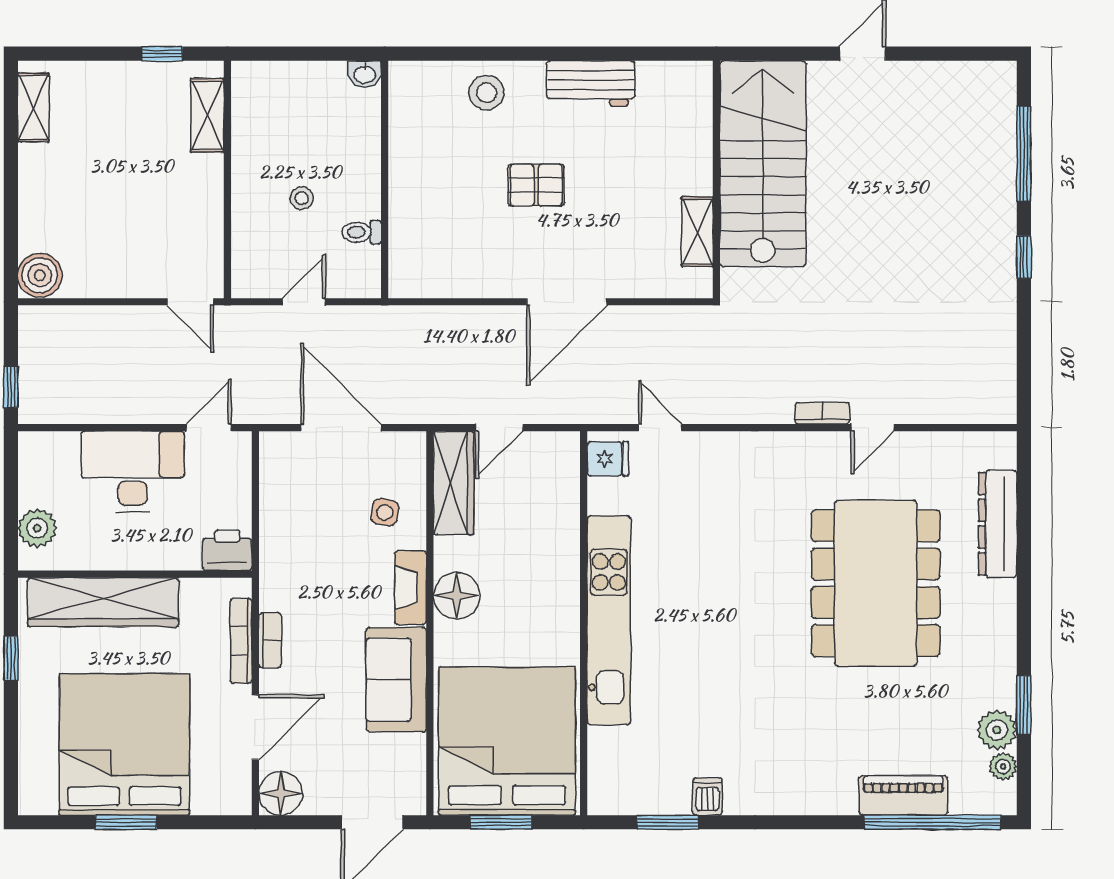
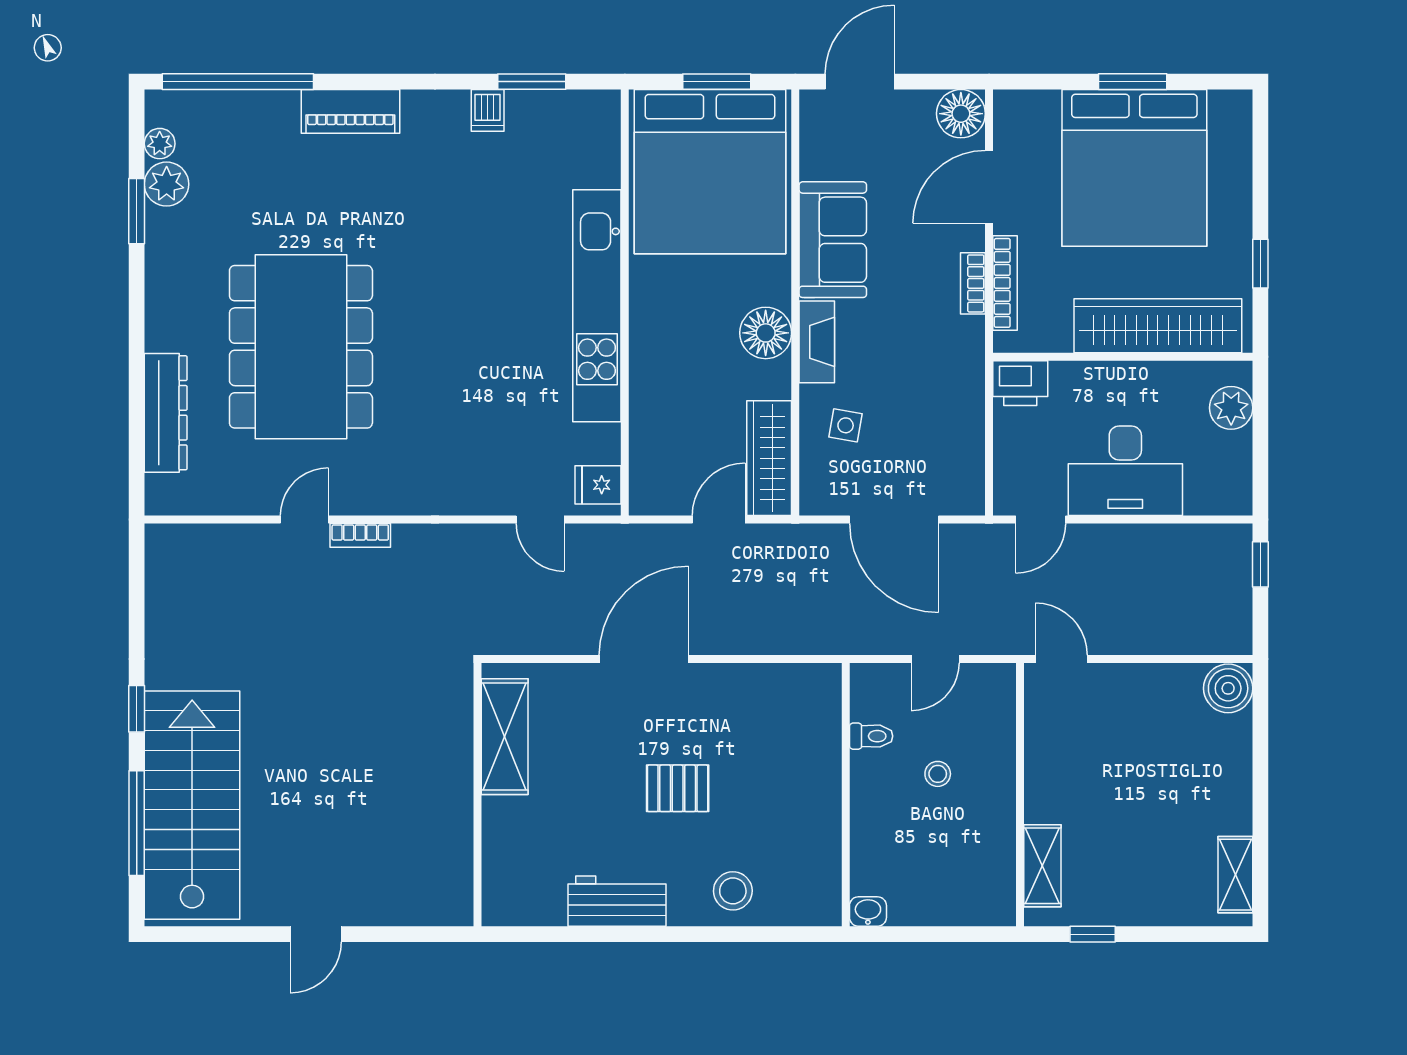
stairs: (763, 164) -> (192, 805), moved, turned 180
shelving: (697, 232) -> (505, 737), width x1.50, depth x1.33
piano: (903, 795) -> (350, 111), moved

